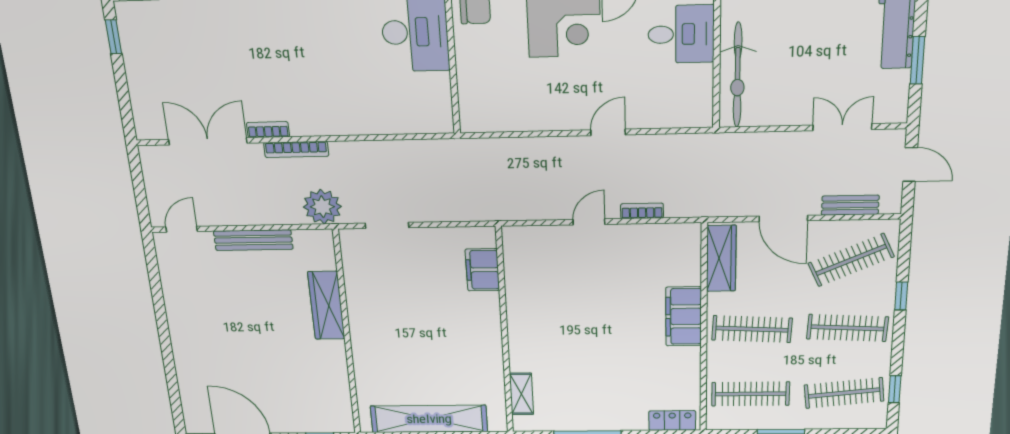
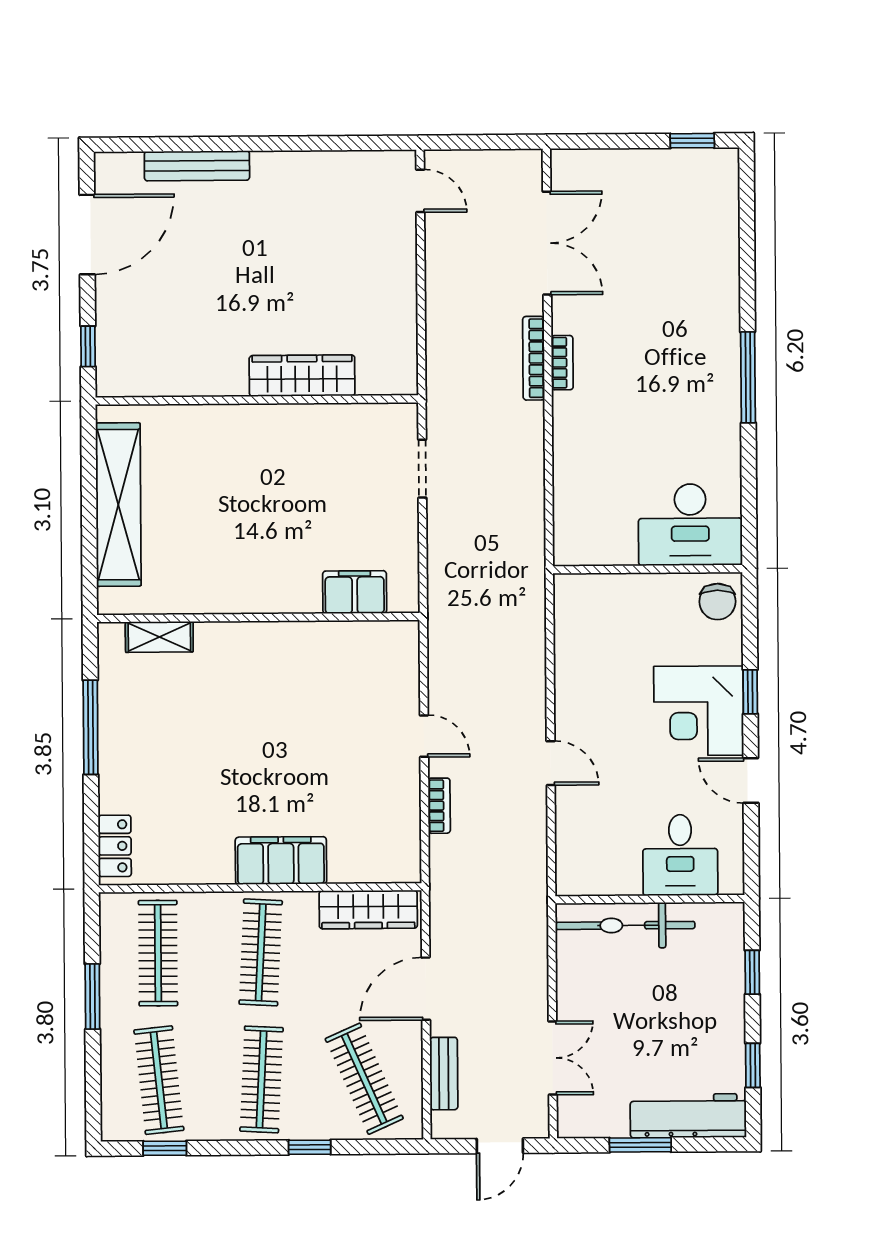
bookcase: (268, 130) -> (562, 363), moved
plant: (322, 207) -> (451, 385), removed
bench: (253, 240) -> (197, 166), moved, turned 90

